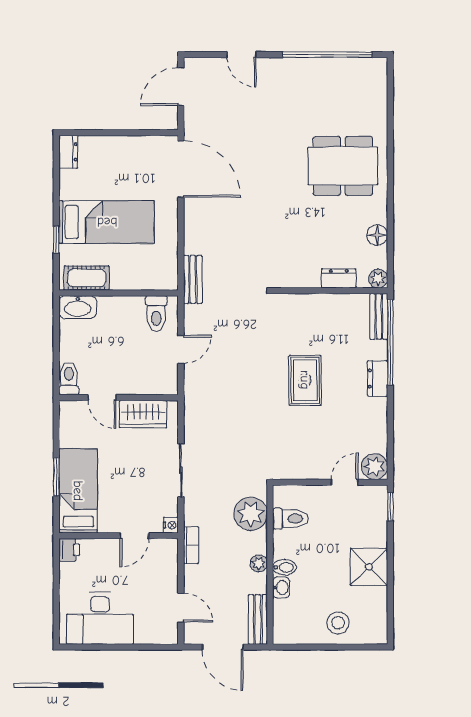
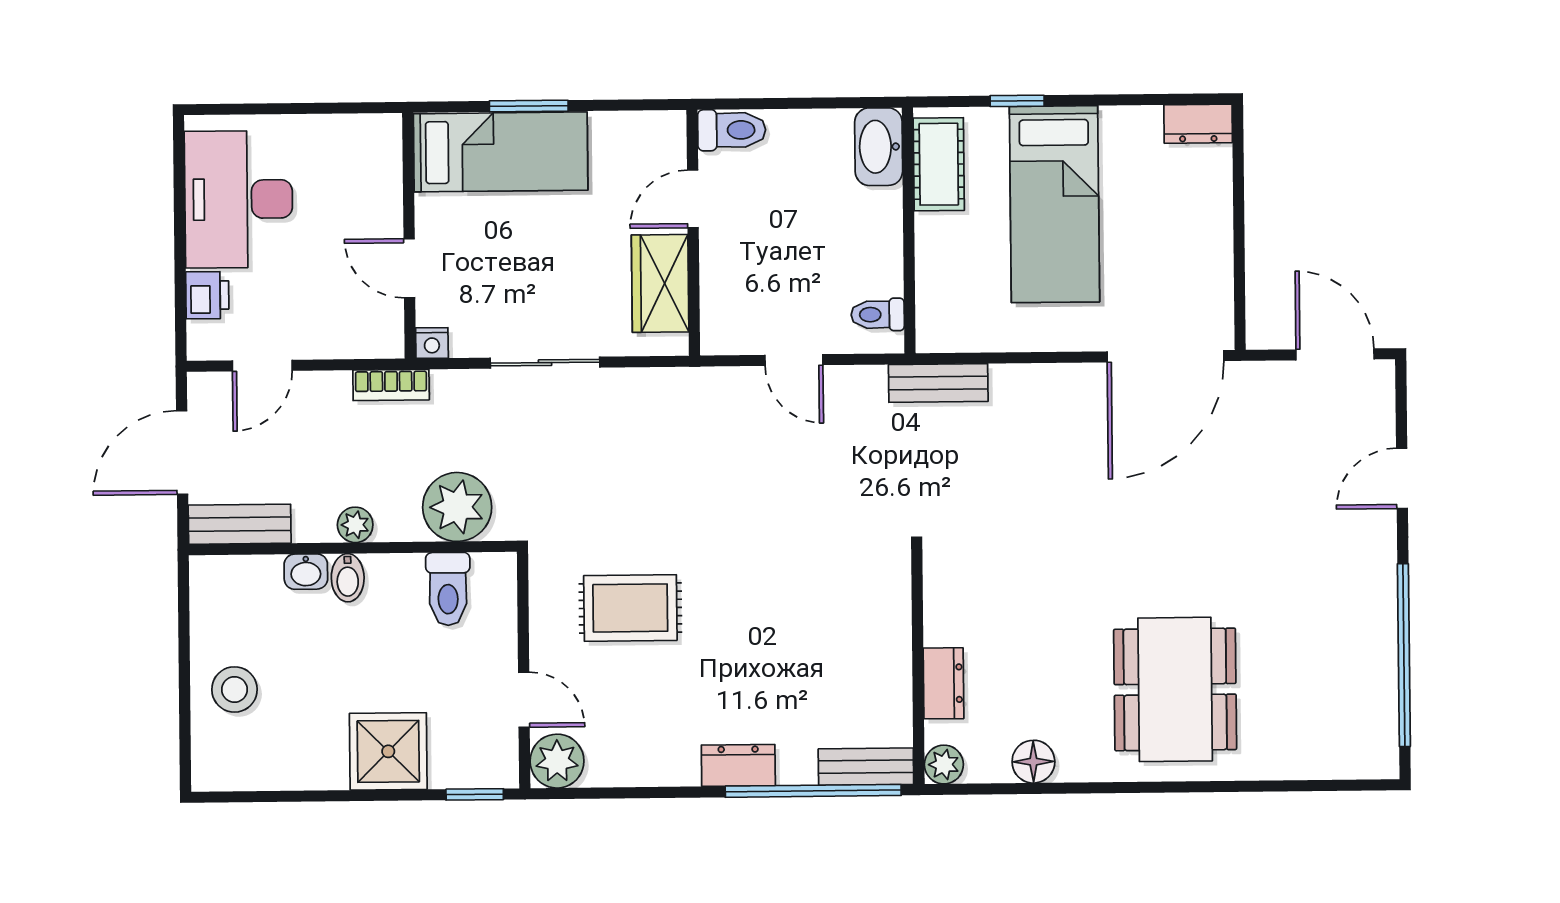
toilet: (156, 313) -> (878, 315), width x0.73, depth x0.72
rug: (305, 380) -> (630, 608), moved
printer: (69, 550) -> (207, 295), moved, turned -90
shower: (369, 567) -> (388, 751), moved

